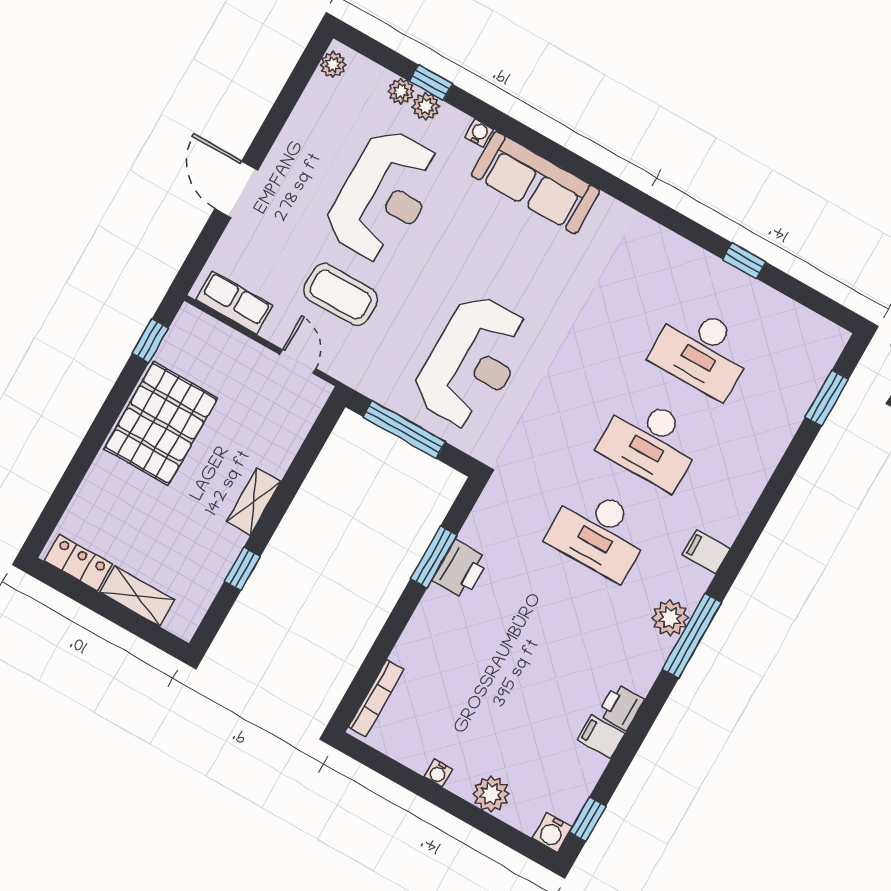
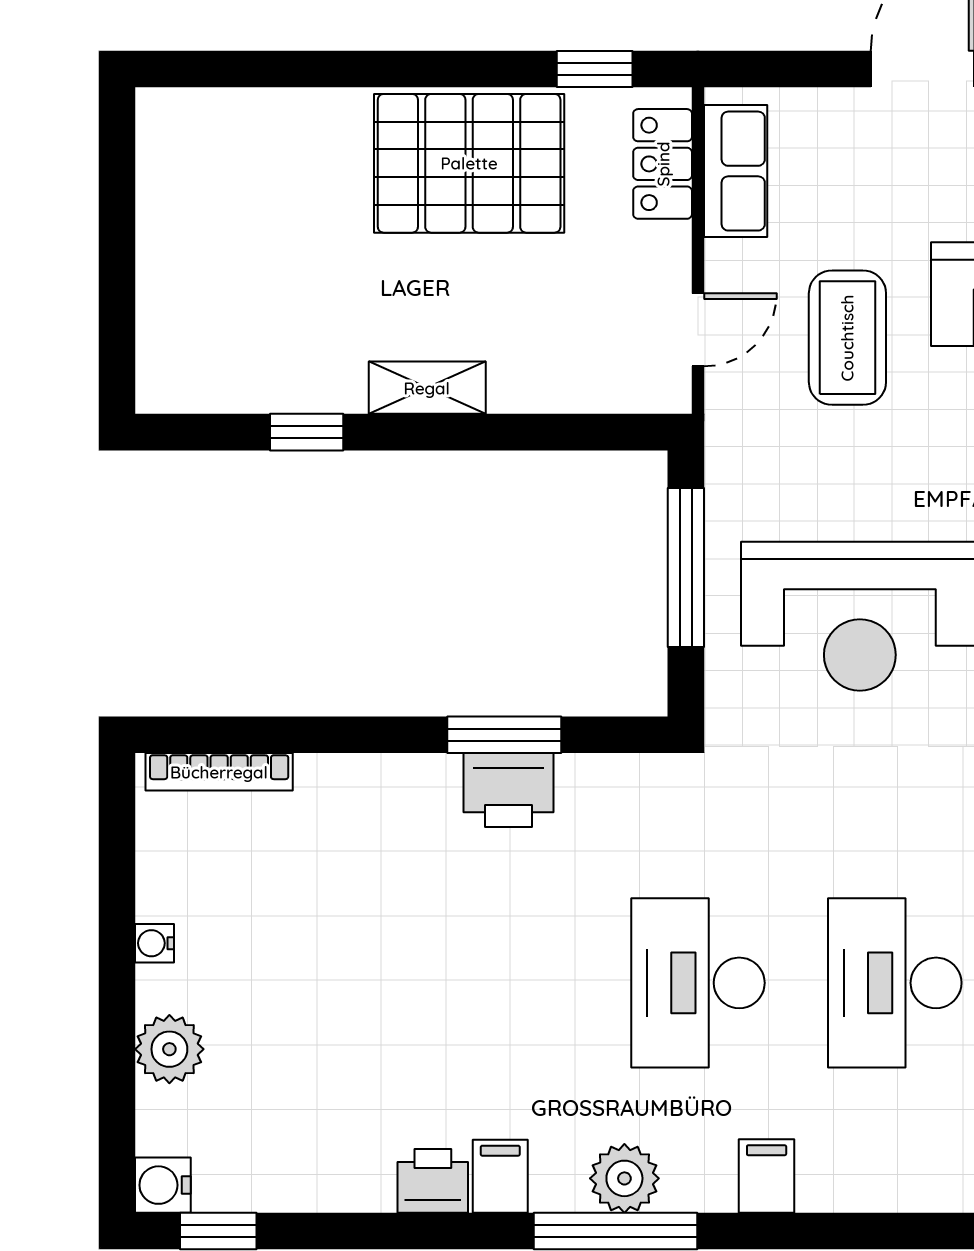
locker: (78, 563) -> (663, 164), moved, turned 180
shelving: (137, 596) -> (164, 285), removed
filing cabinet: (601, 737) -> (500, 1176), moved

